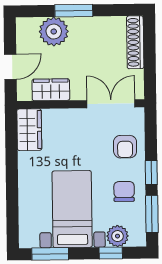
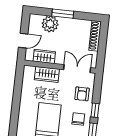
wardrobe: (29, 130) -> (47, 74), moved, turned 90

